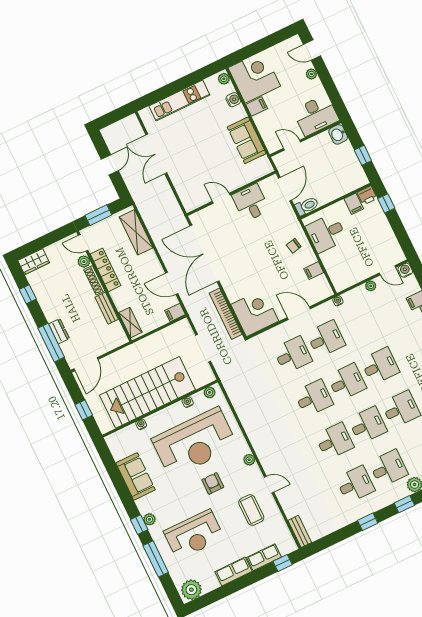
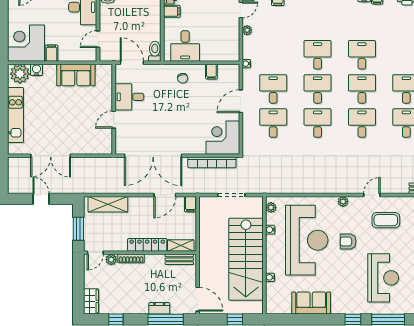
plant: (224, 79) -> (20, 74), width x1.87, depth x1.87
locker: (105, 270) -> (147, 245), moved
bench: (107, 308) -> (179, 259), moved
plant: (149, 519) -> (353, 309), removed

